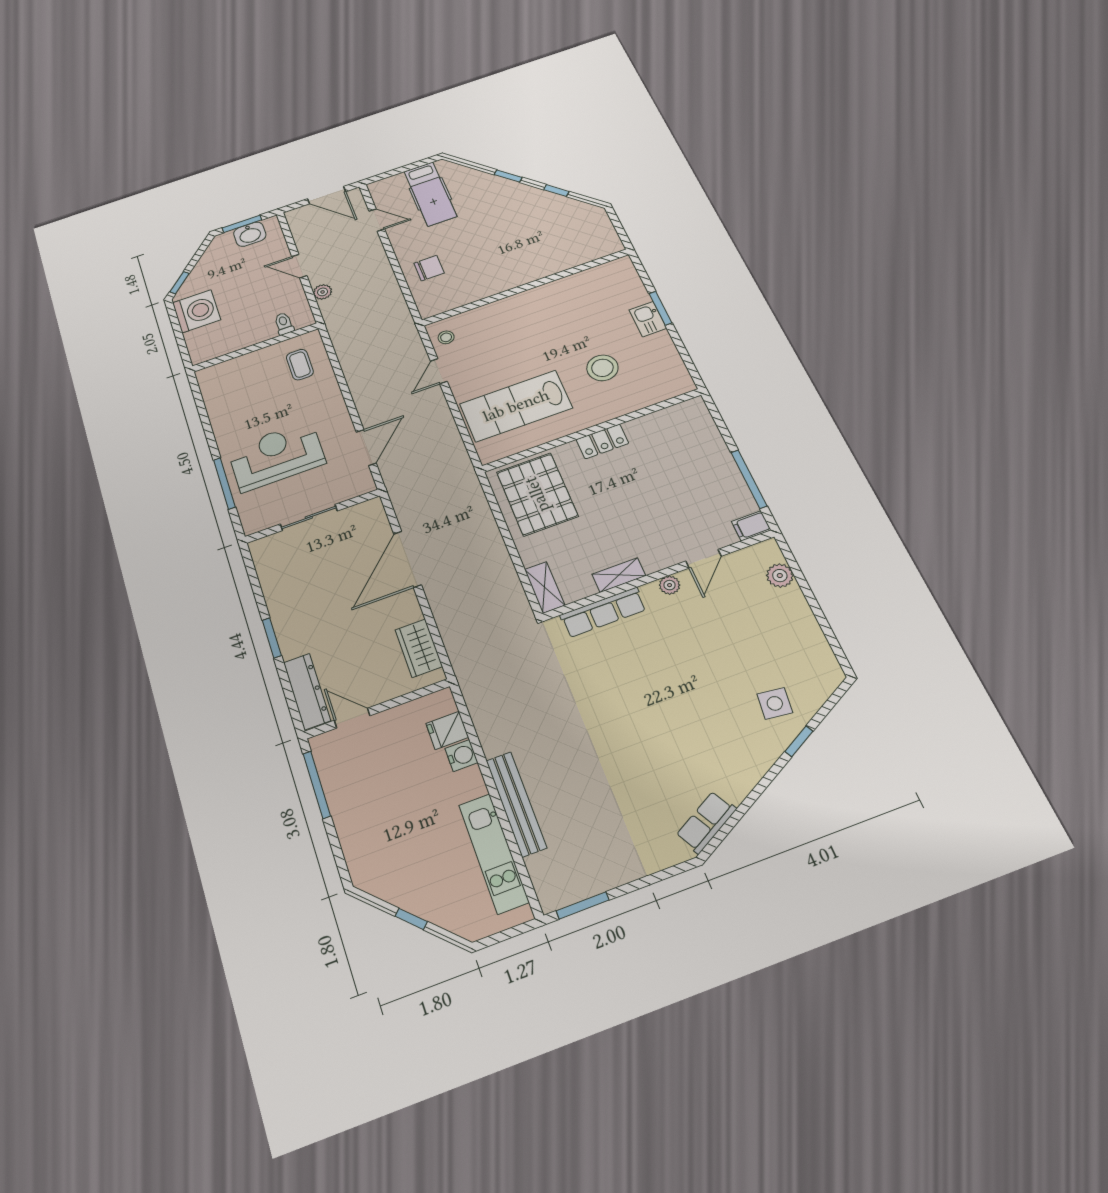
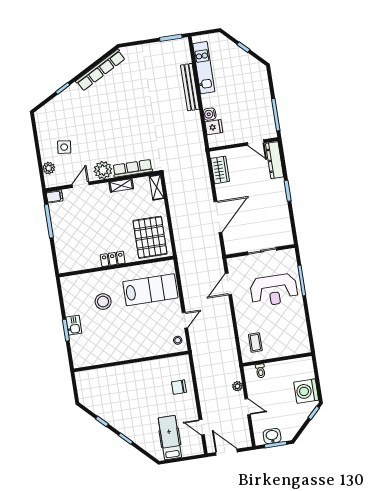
plant: (670, 585) -> (103, 170), width x1.88, depth x1.88
side table: (775, 703) -> (64, 147), moved
row of seats: (706, 822) -> (100, 70), width x2.02

